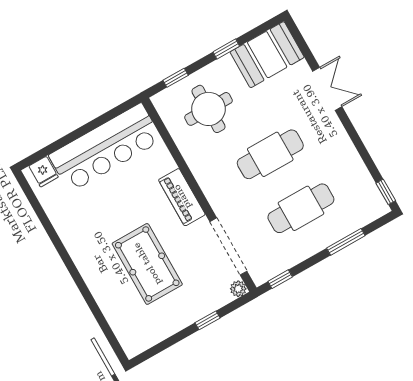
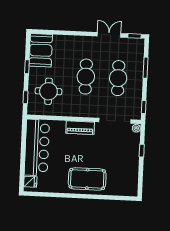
double door: (327, 89) -> (109, 35), moved
pool table: (147, 264) -> (87, 179), moved

